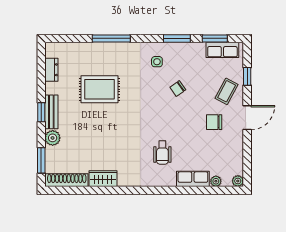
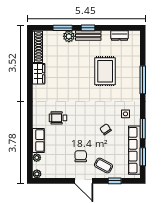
row of seats: (222, 50) -> (134, 150), width x2.02
window: (41, 160) -> (63, 28), moved

